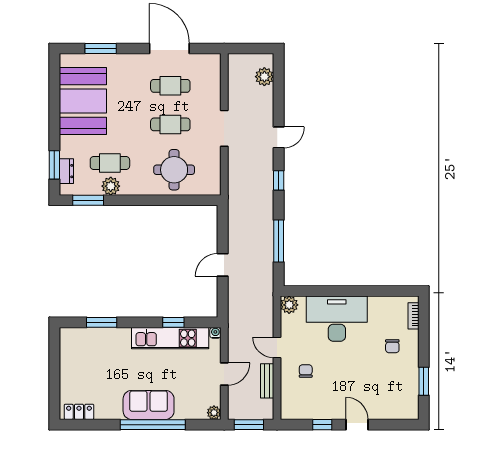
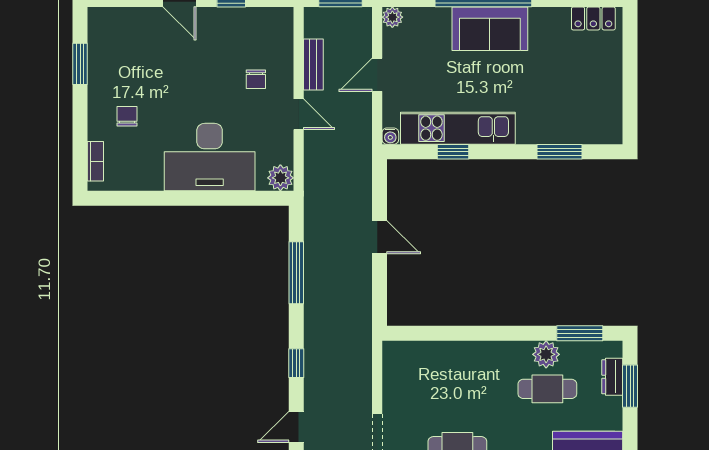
round table: (174, 170) -> (452, 379), removed
door: (223, 265) -> (380, 237), hinge flipped

